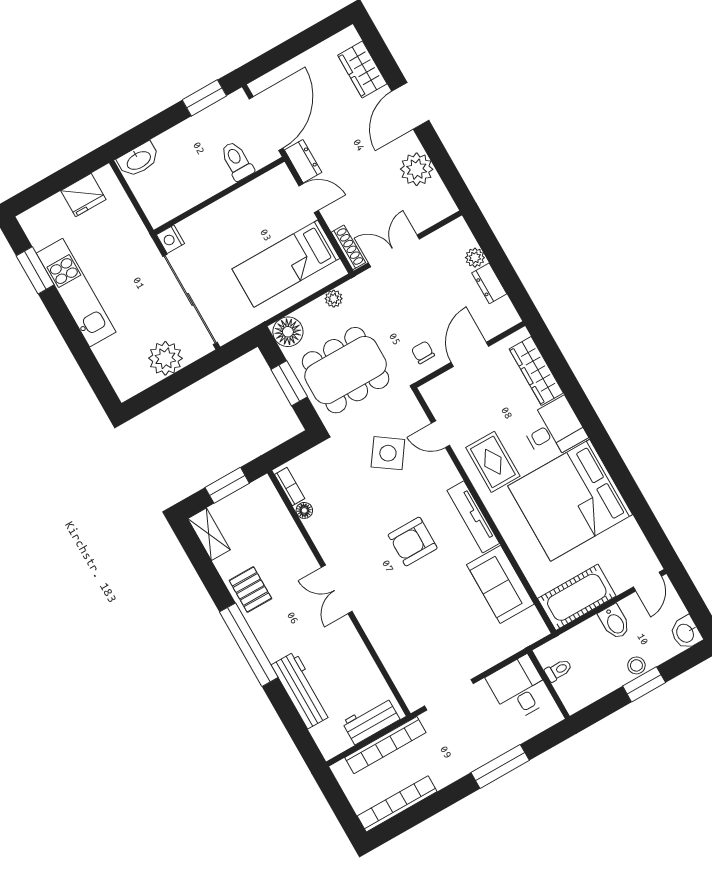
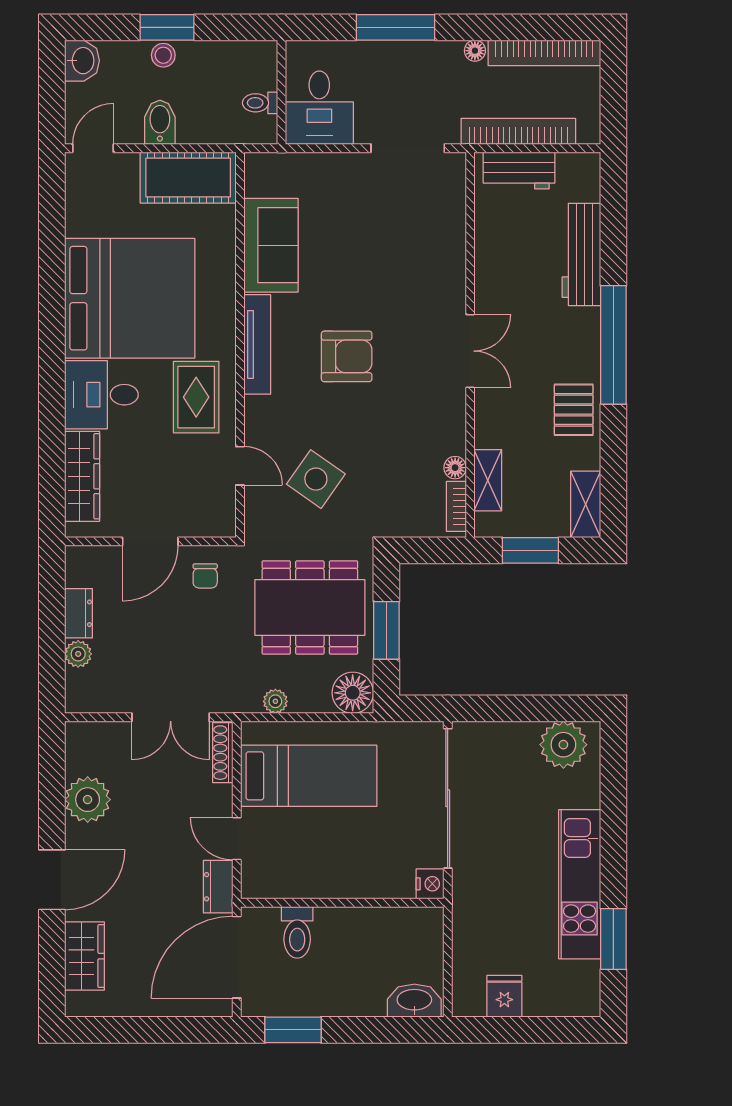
fridge: (83, 195) -> (504, 996), width x0.72
plant: (165, 358) -> (563, 745), moved
shelving: (279, 514) -> (488, 480), added
floor lamp: (442, 780) -> (475, 51), added

